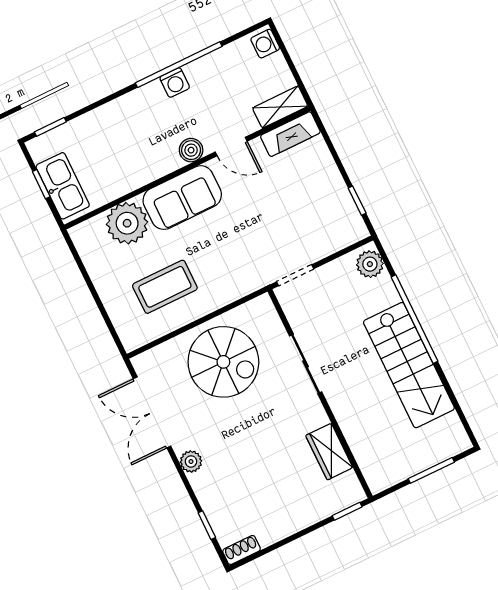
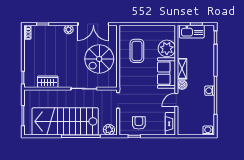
shelving: (280, 107) -> (182, 69), moved
armchair: (323, 205) -> (139, 123), added
stairs: (409, 365) -> (65, 121), width x1.36, depth x1.51
double door: (152, 412) -> (93, 24), swing flipped

